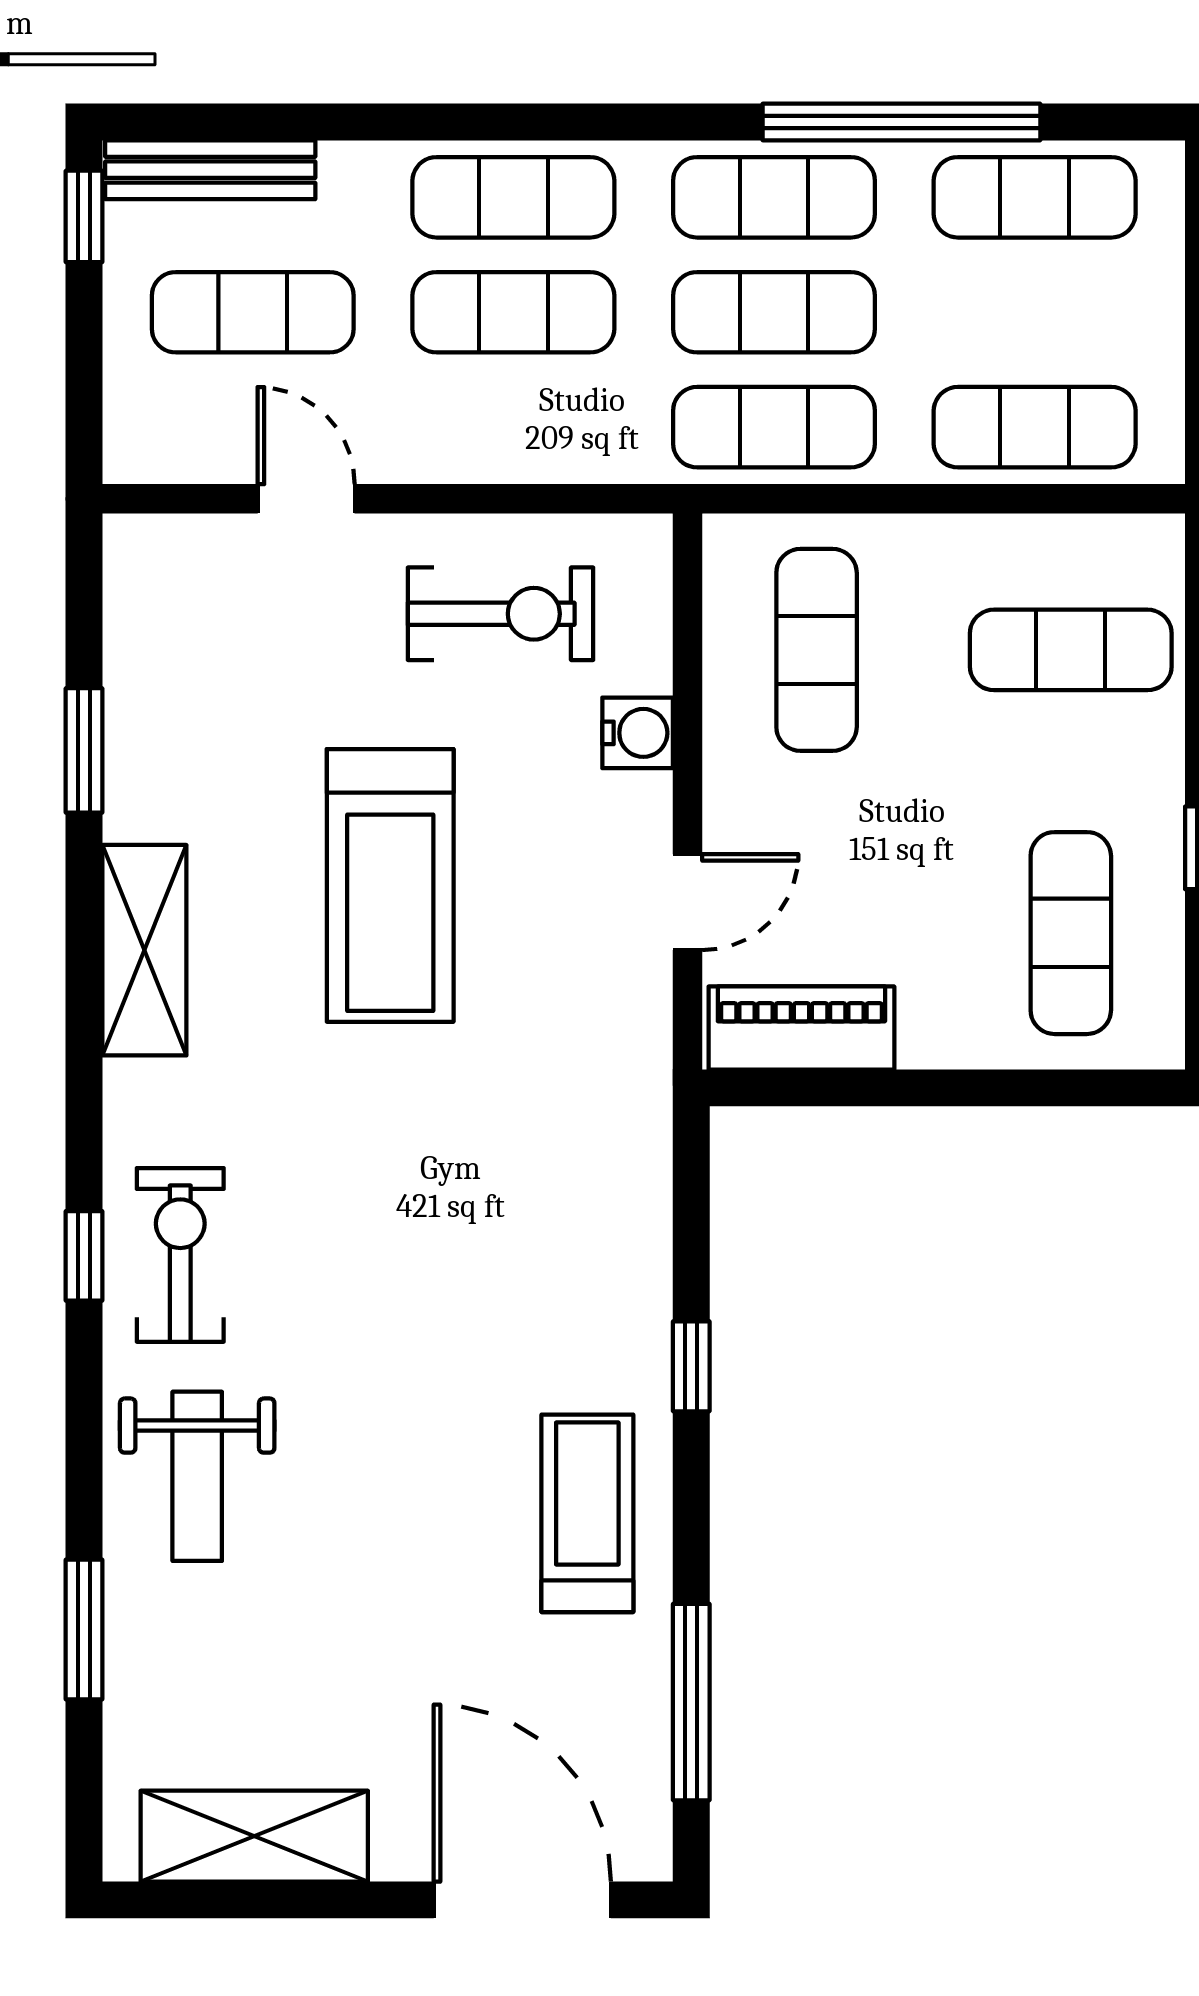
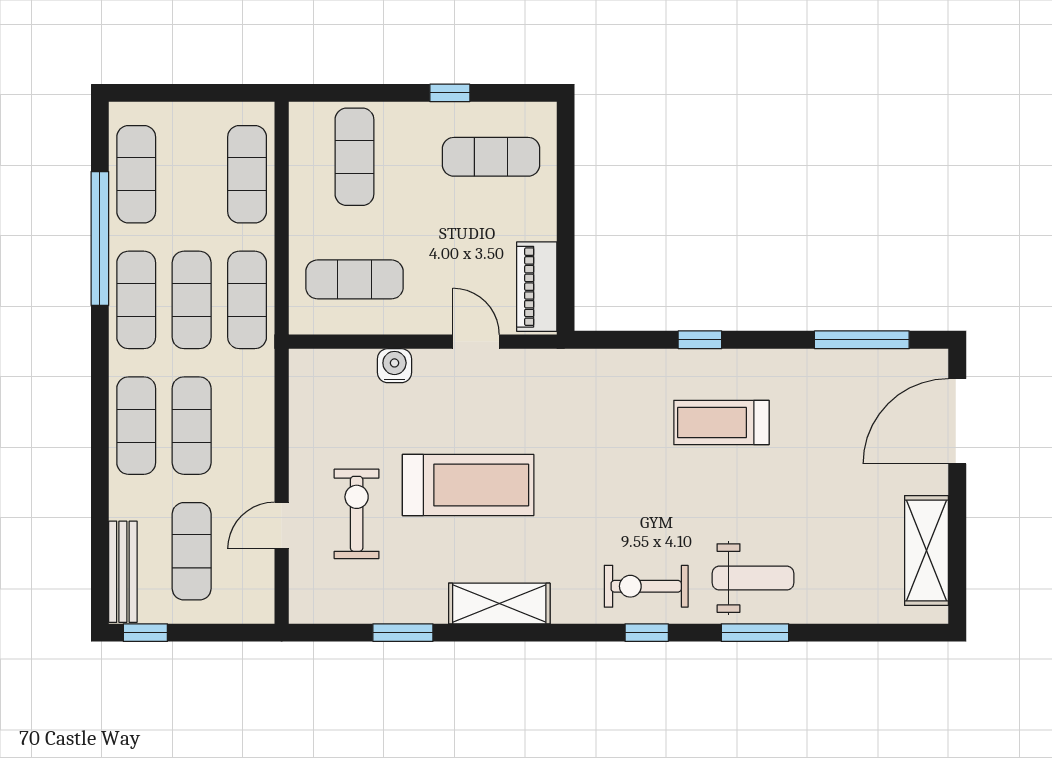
exercise bike: (501, 614) -> (357, 514), moved
treadmill: (587, 1513) -> (721, 423), moved
window: (84, 1630) -> (755, 633), moved

